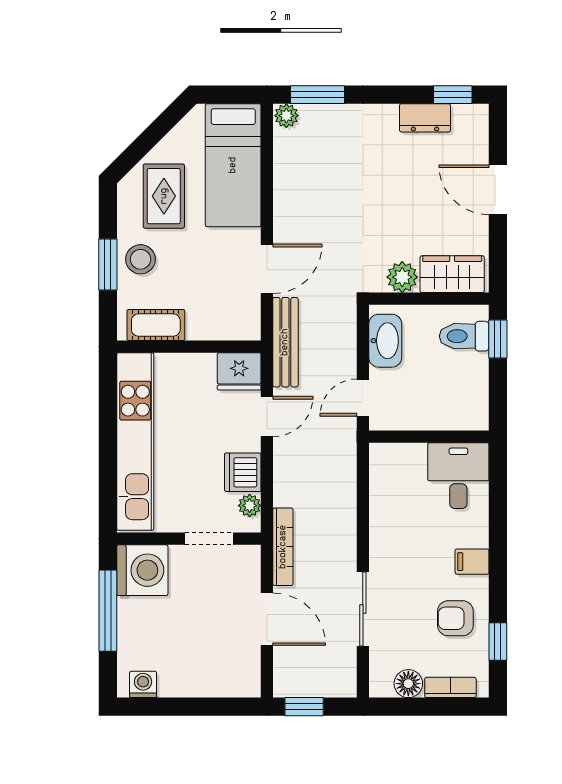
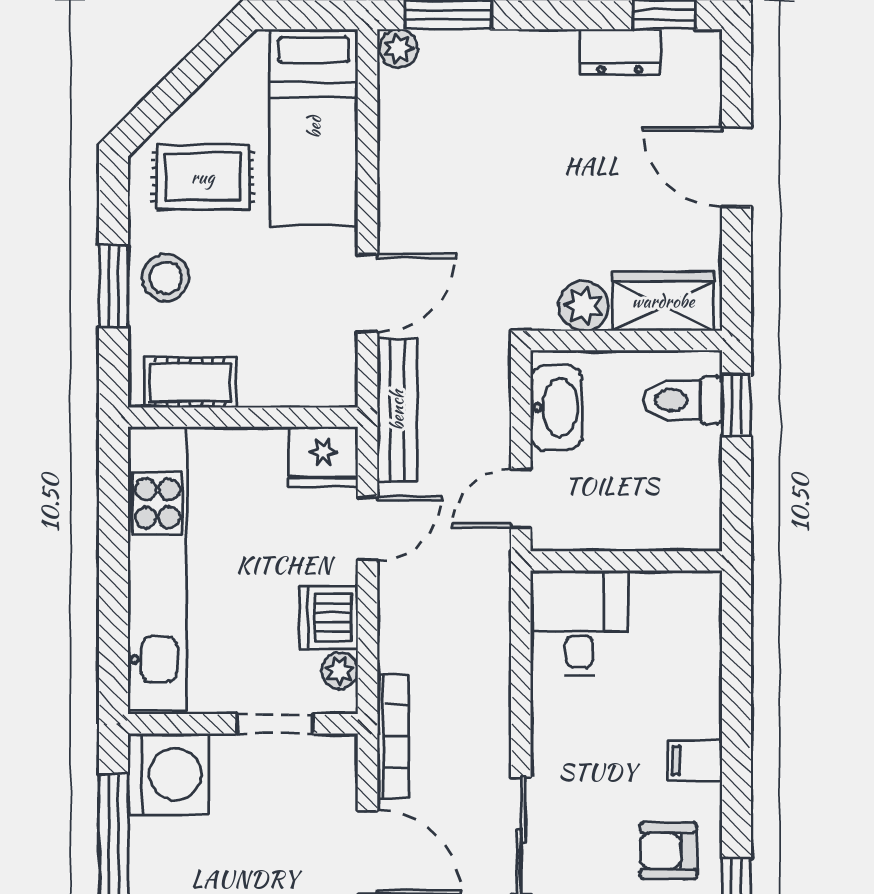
rug: (164, 196) -> (203, 177), turned 90
desk: (458, 476) -> (579, 623), moved

